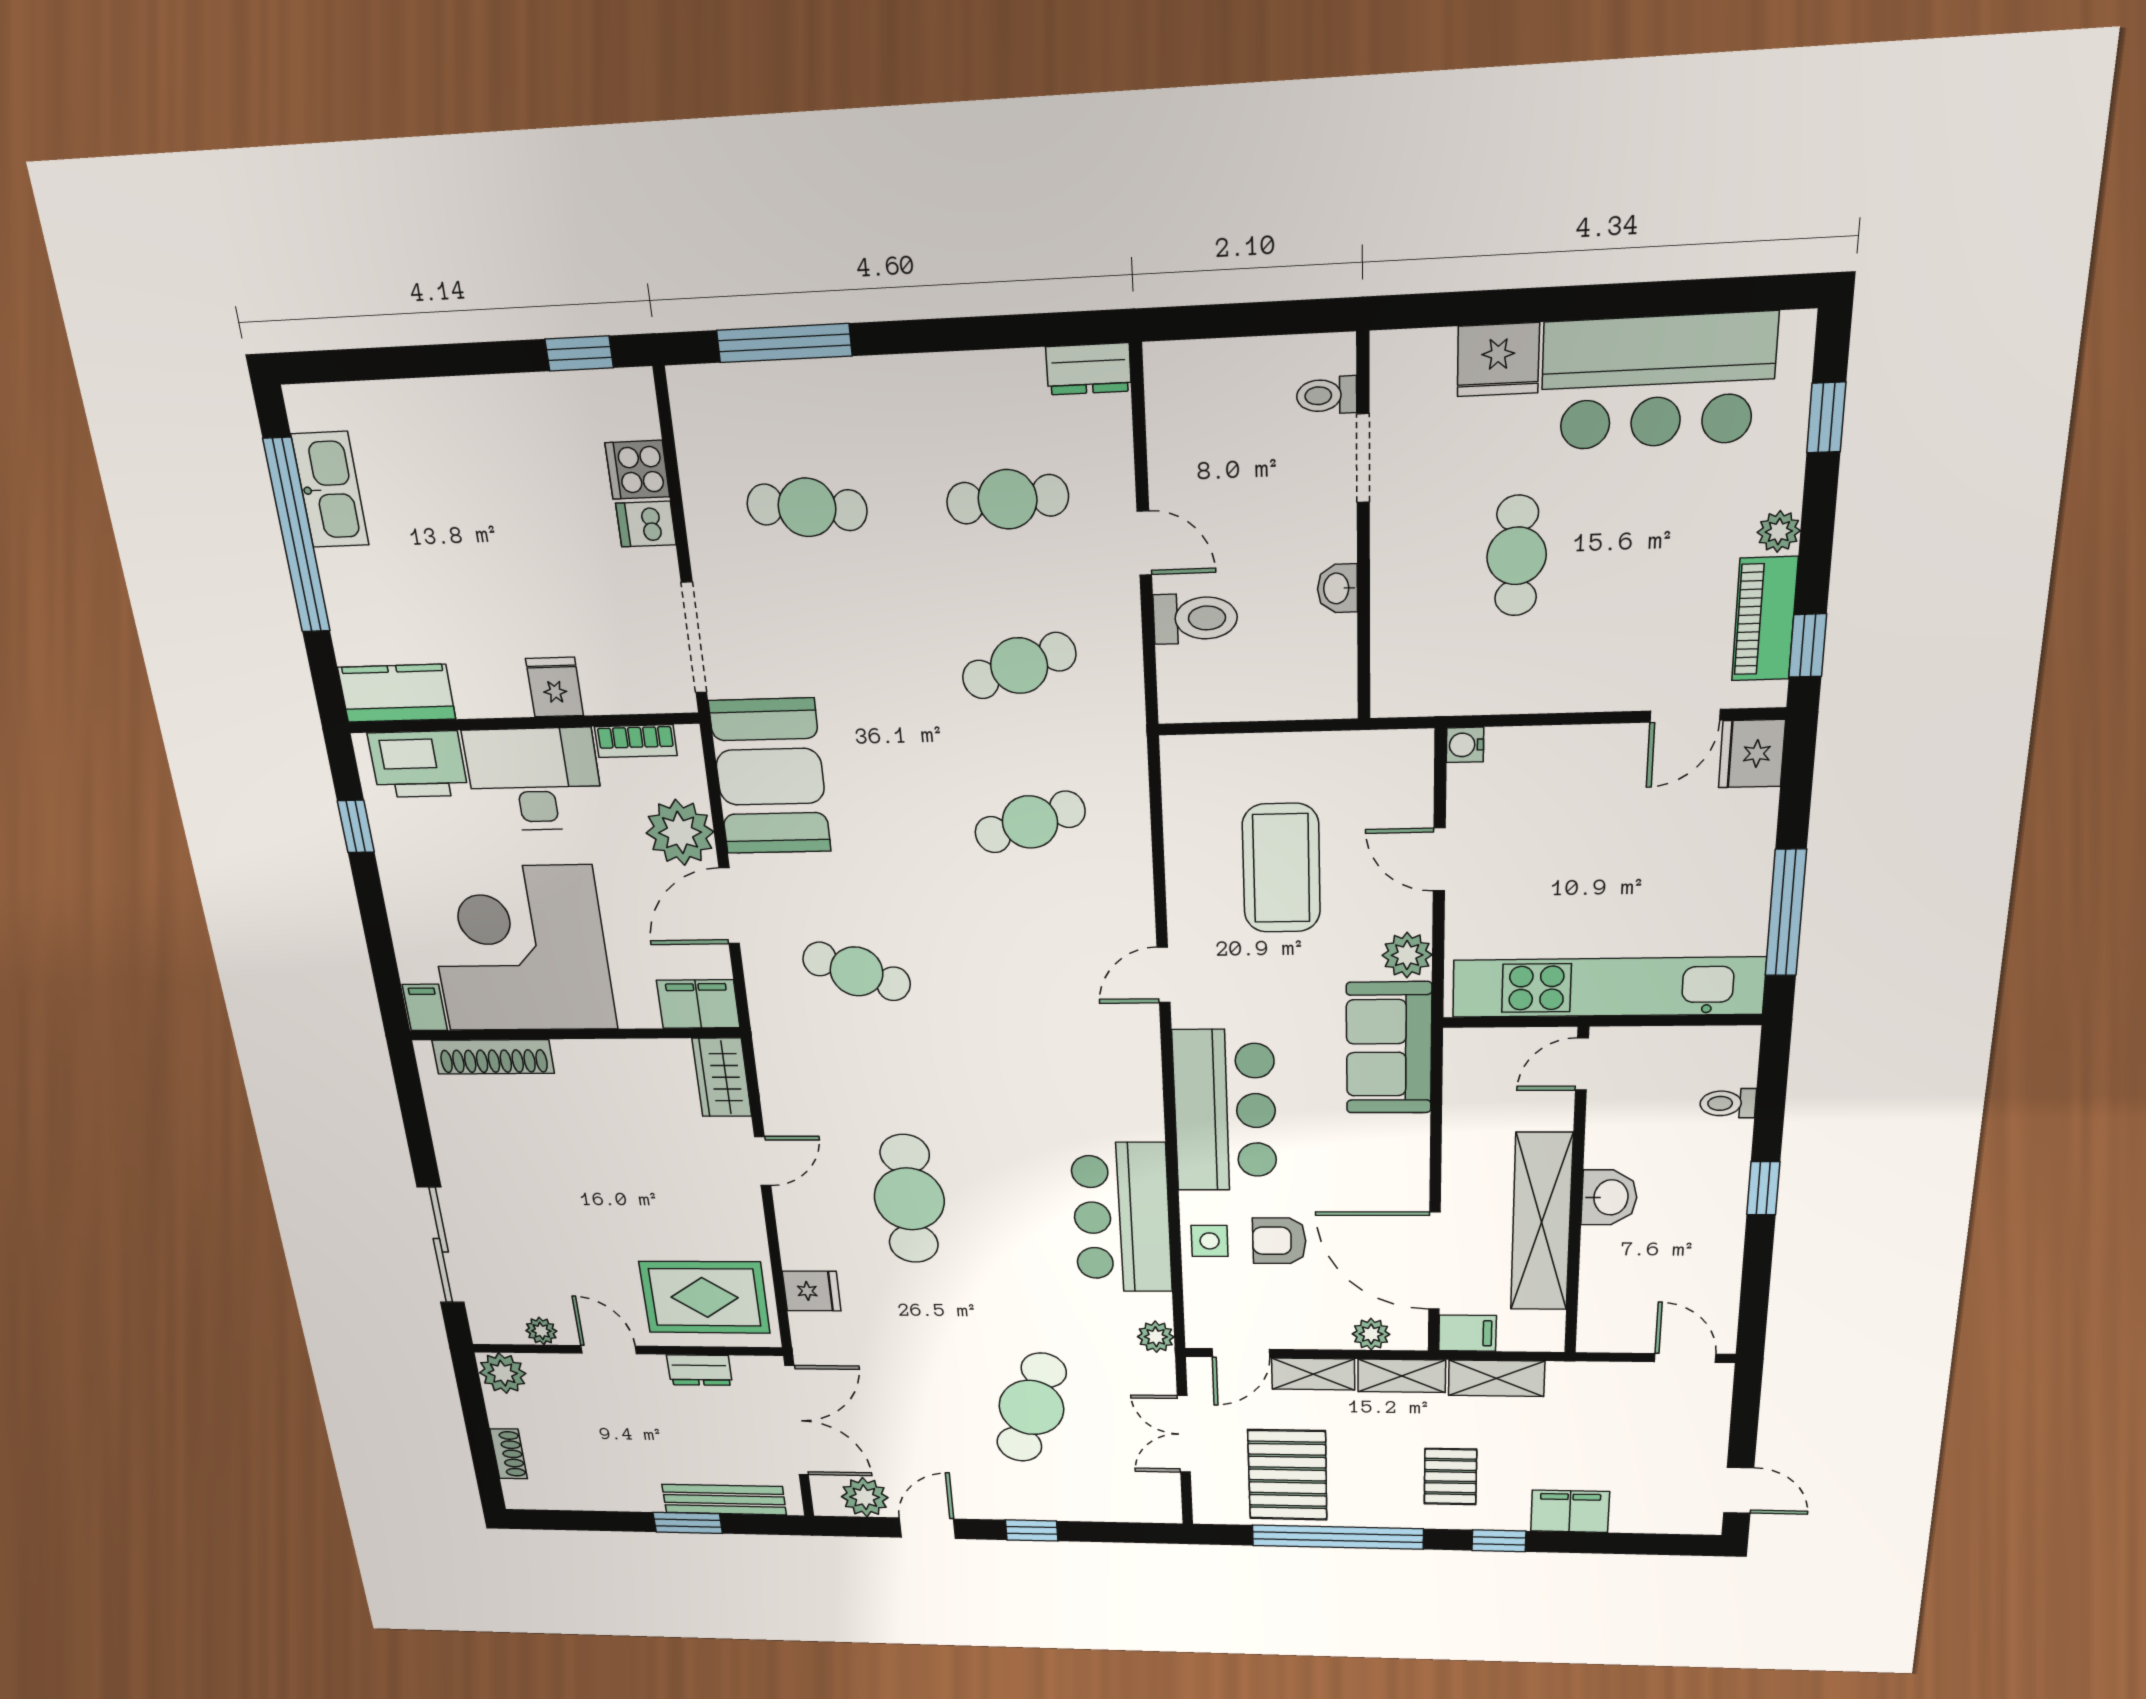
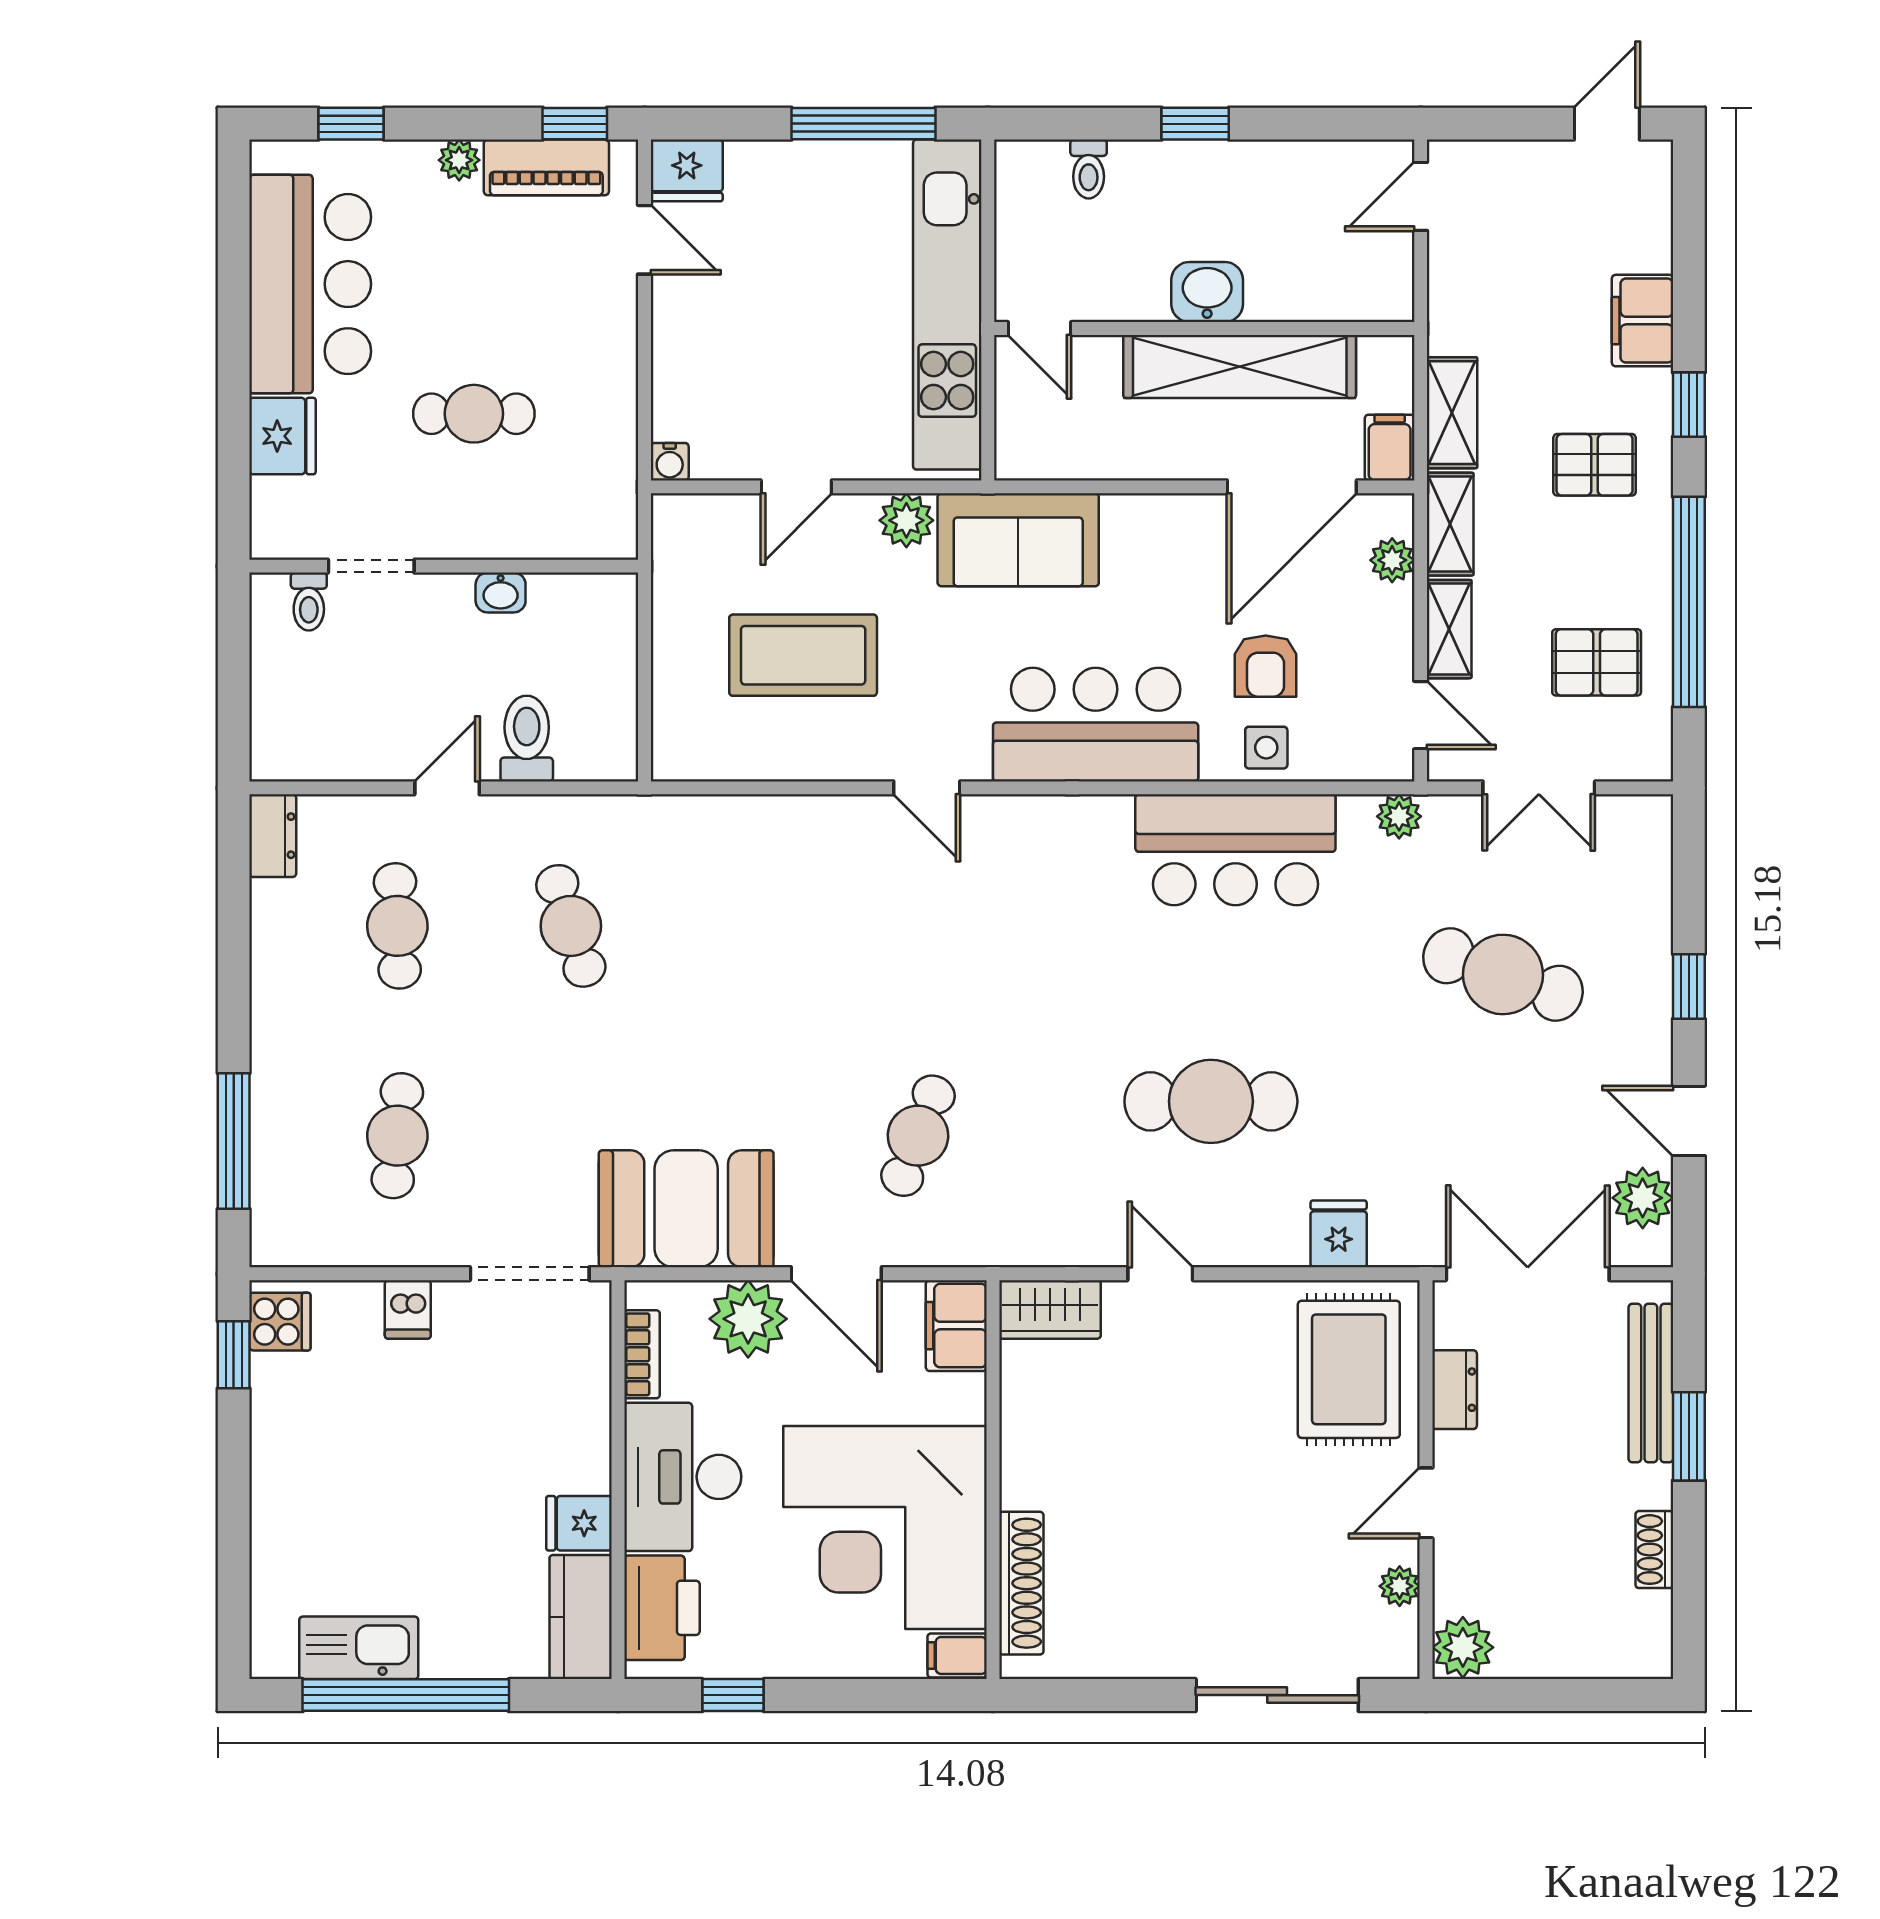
cooker: (637, 470) -> (280, 1322), moved, turned -90
fridge: (555, 687) -> (579, 1523), moved
cafe table: (1030, 822) -> (744, 926), removed
shoe rack: (509, 1454) -> (1654, 1550), moved, turned -90
pallet: (1287, 1475) -> (1597, 662), width x0.67, depth x0.71

